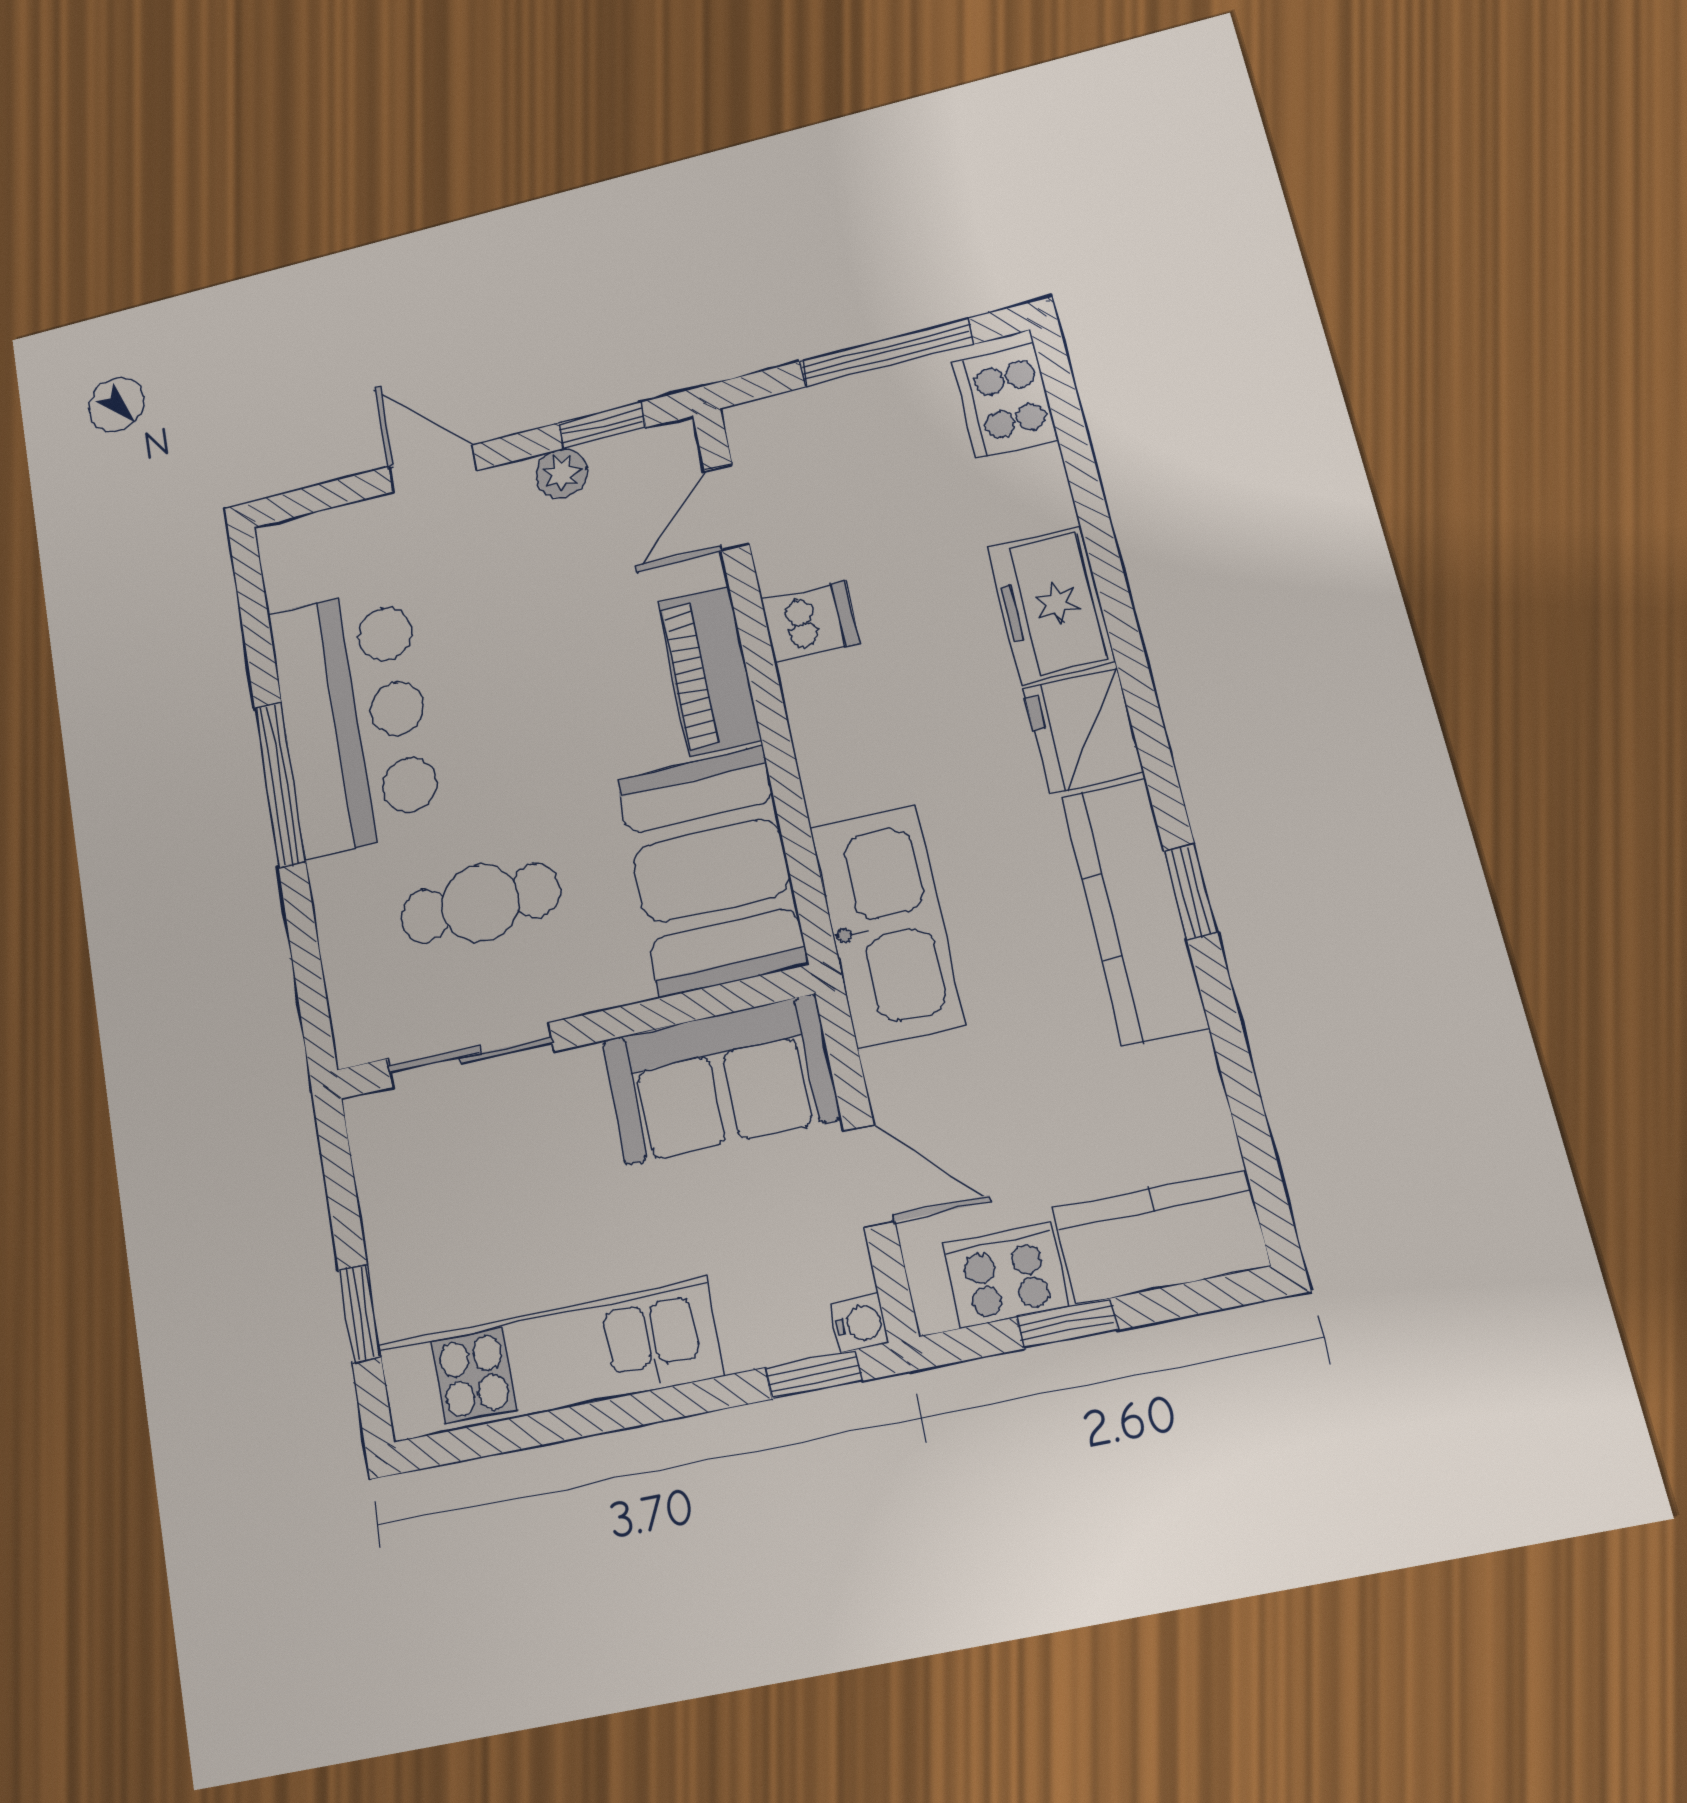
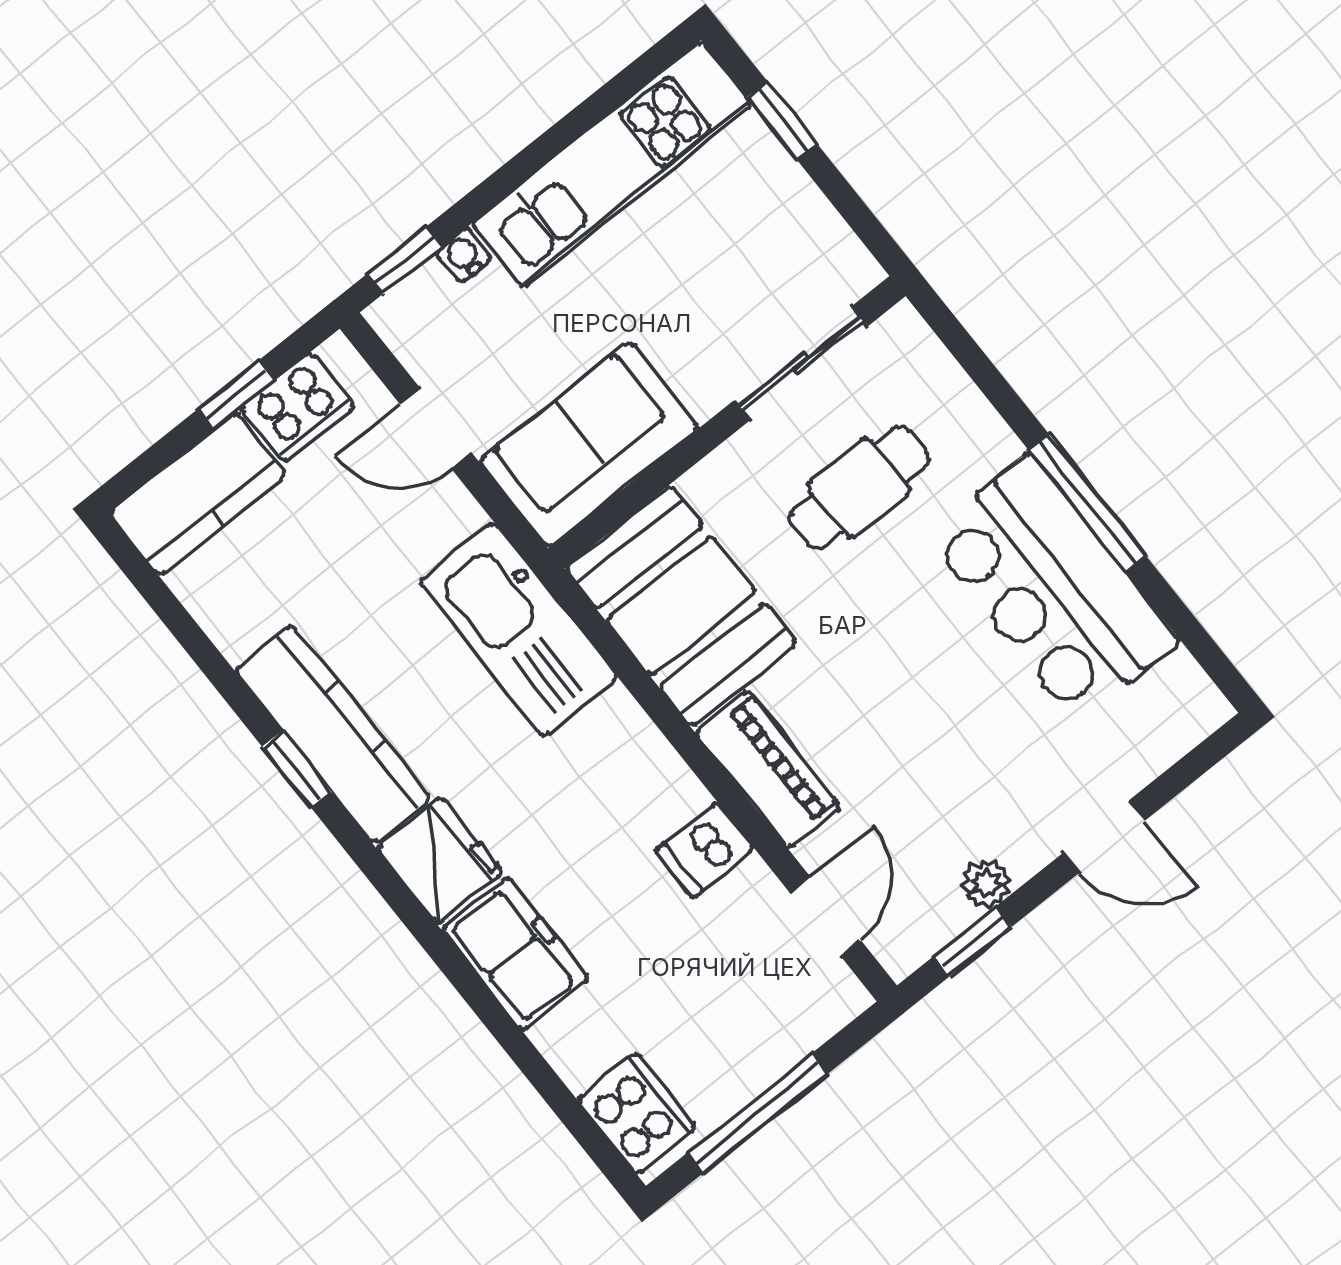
water cooler: (860, 1323) -> (464, 256), moved, turned 90

